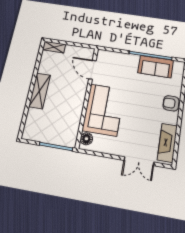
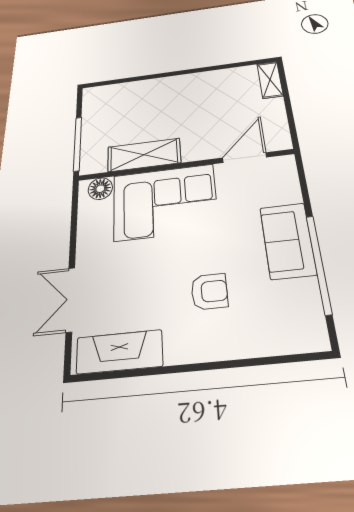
sofa: (156, 67) -> (288, 240), moved
shelving: (40, 91) -> (144, 155), moved
armchair: (171, 103) -> (209, 292), moved, turned 90

